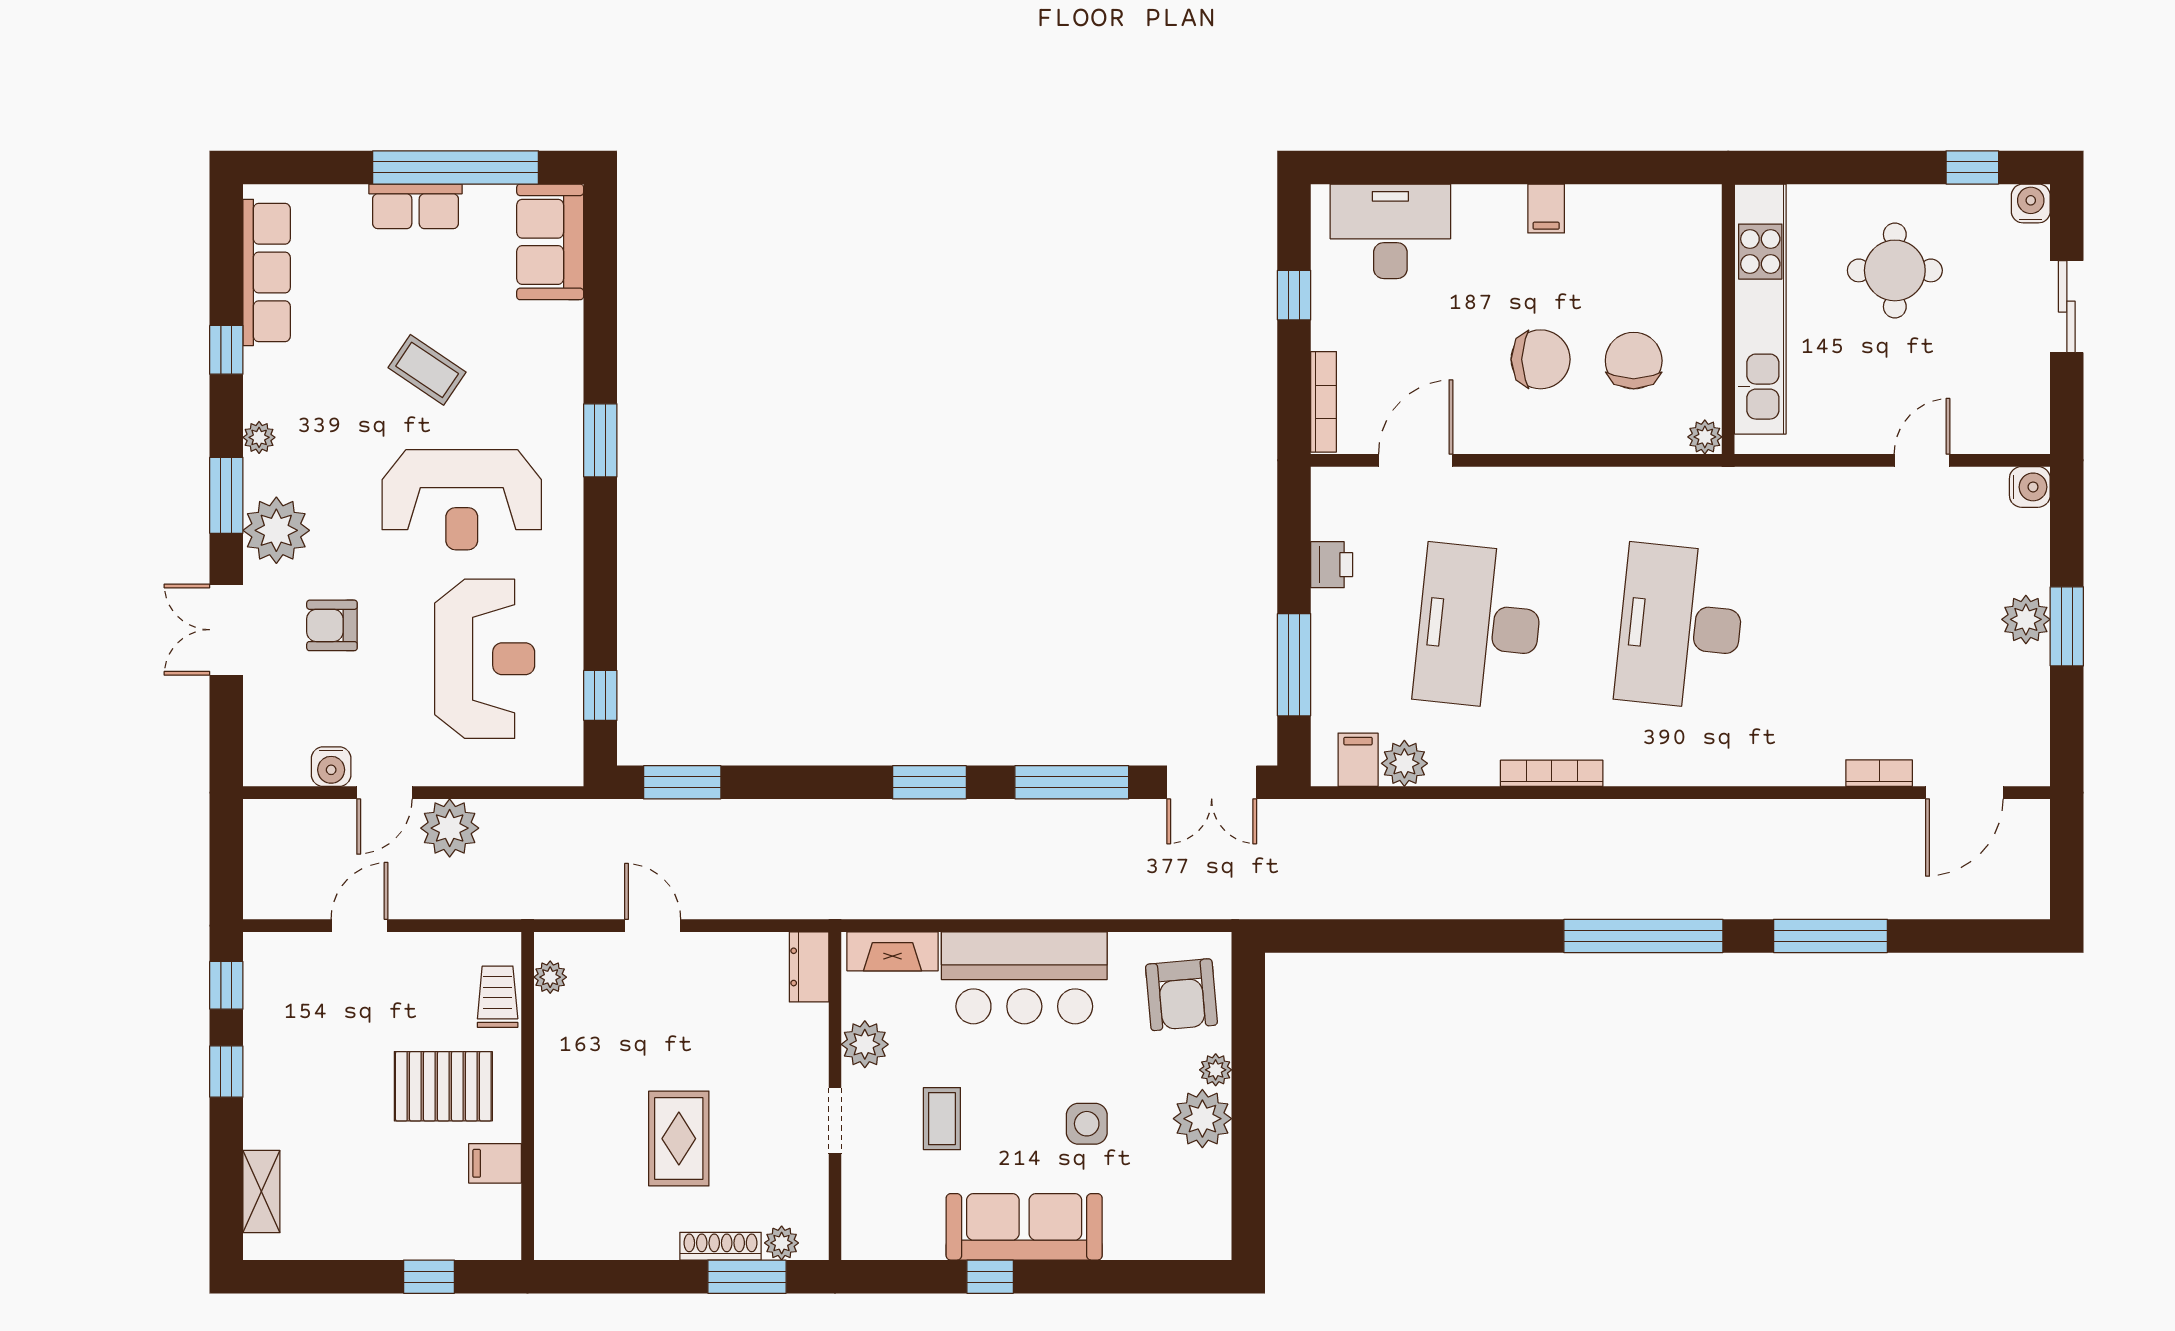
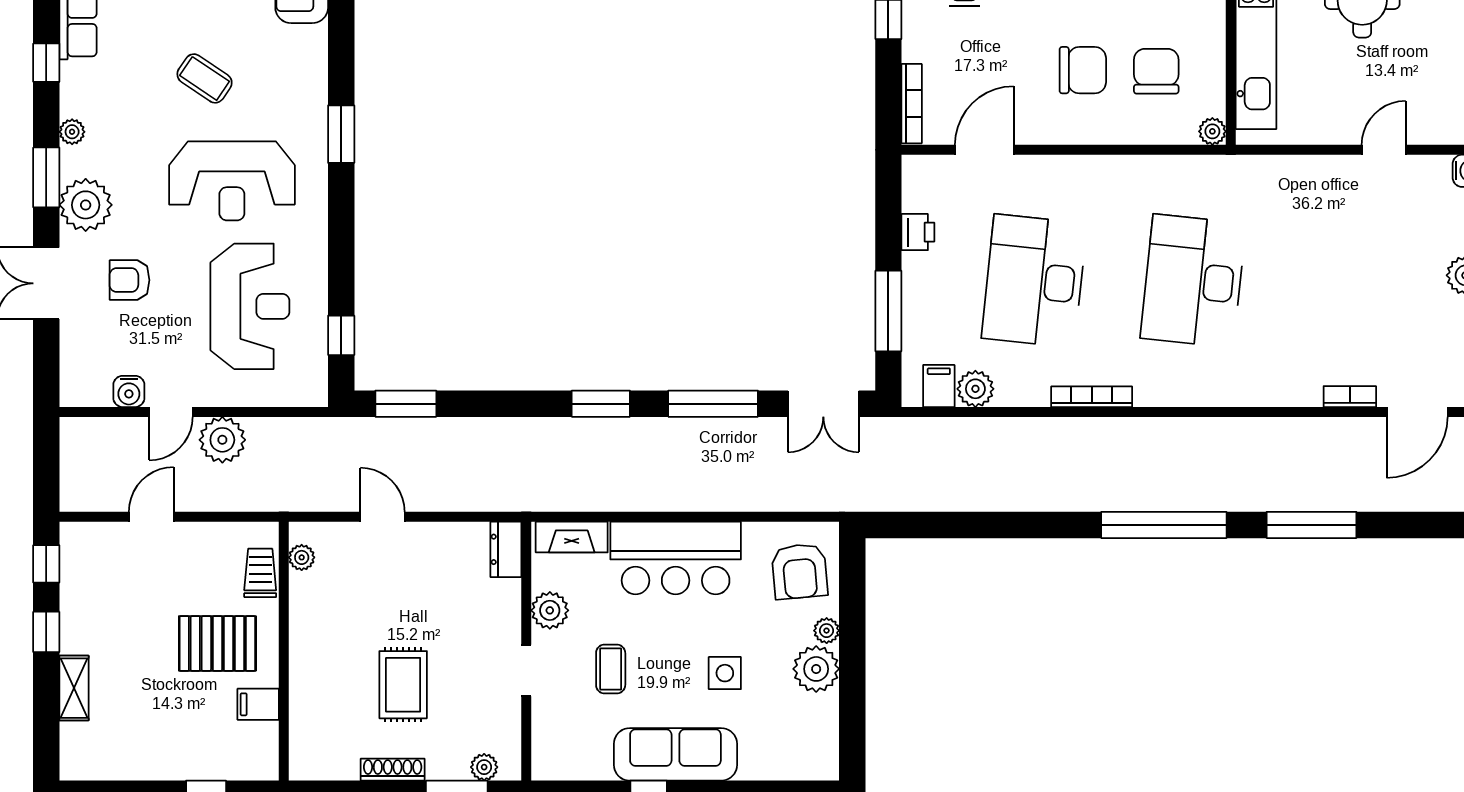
shelving: (261, 1192) -> (74, 688), moved
shoe rack: (720, 1246) -> (393, 770), moved

